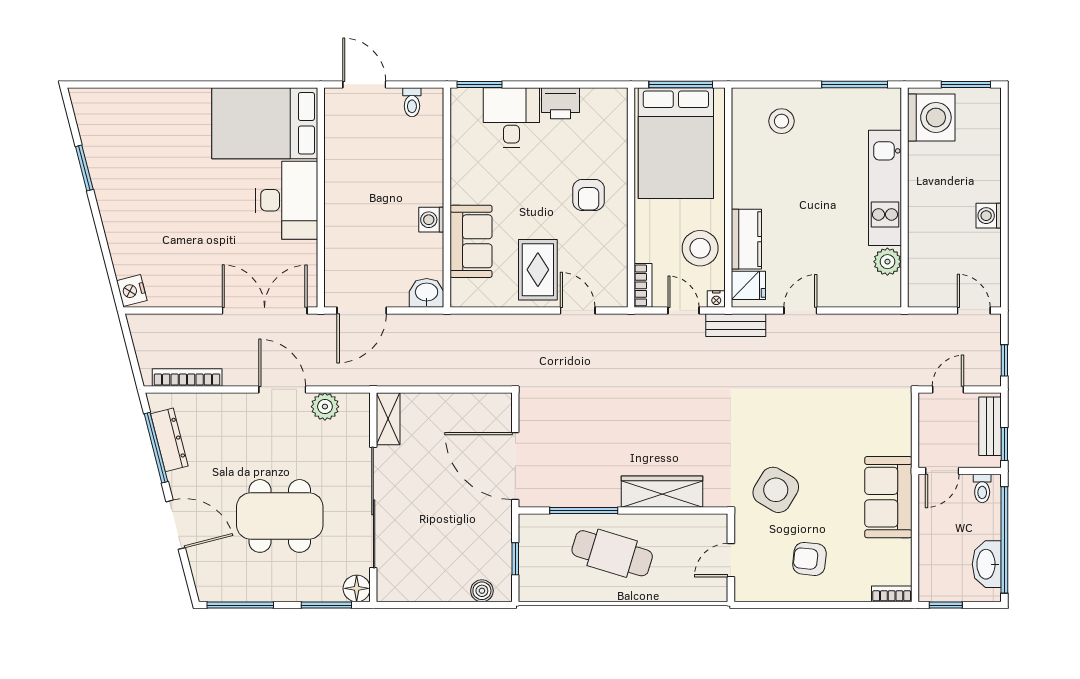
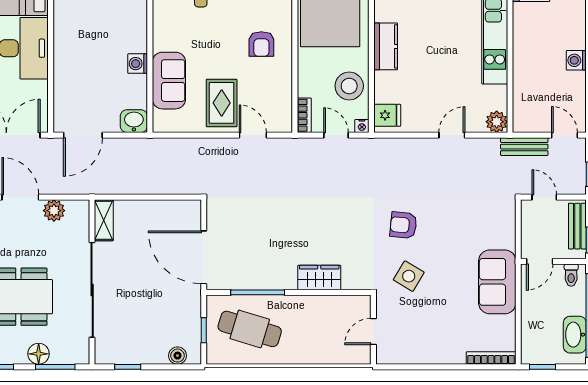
kitchen counter: (746, 239) -> (386, 46), moved
plant: (887, 262) -> (497, 122), moved
door: (800, 311) -> (452, 135), moved
bench: (736, 325) -> (524, 147), moved
door: (948, 389) -> (544, 197), hinge flipped
side table: (776, 490) -> (409, 276), width x0.73, depth x0.73
wardrobe: (662, 492) -> (319, 277), width x0.67
cafe table: (612, 553) -> (250, 329), moved
armchair: (809, 559) -> (403, 225), moved
floor lamp: (357, 588) -> (39, 354), moved
bookcase: (892, 594) -> (491, 358), width x1.56
window: (419, 605) -> (128, 367), added

